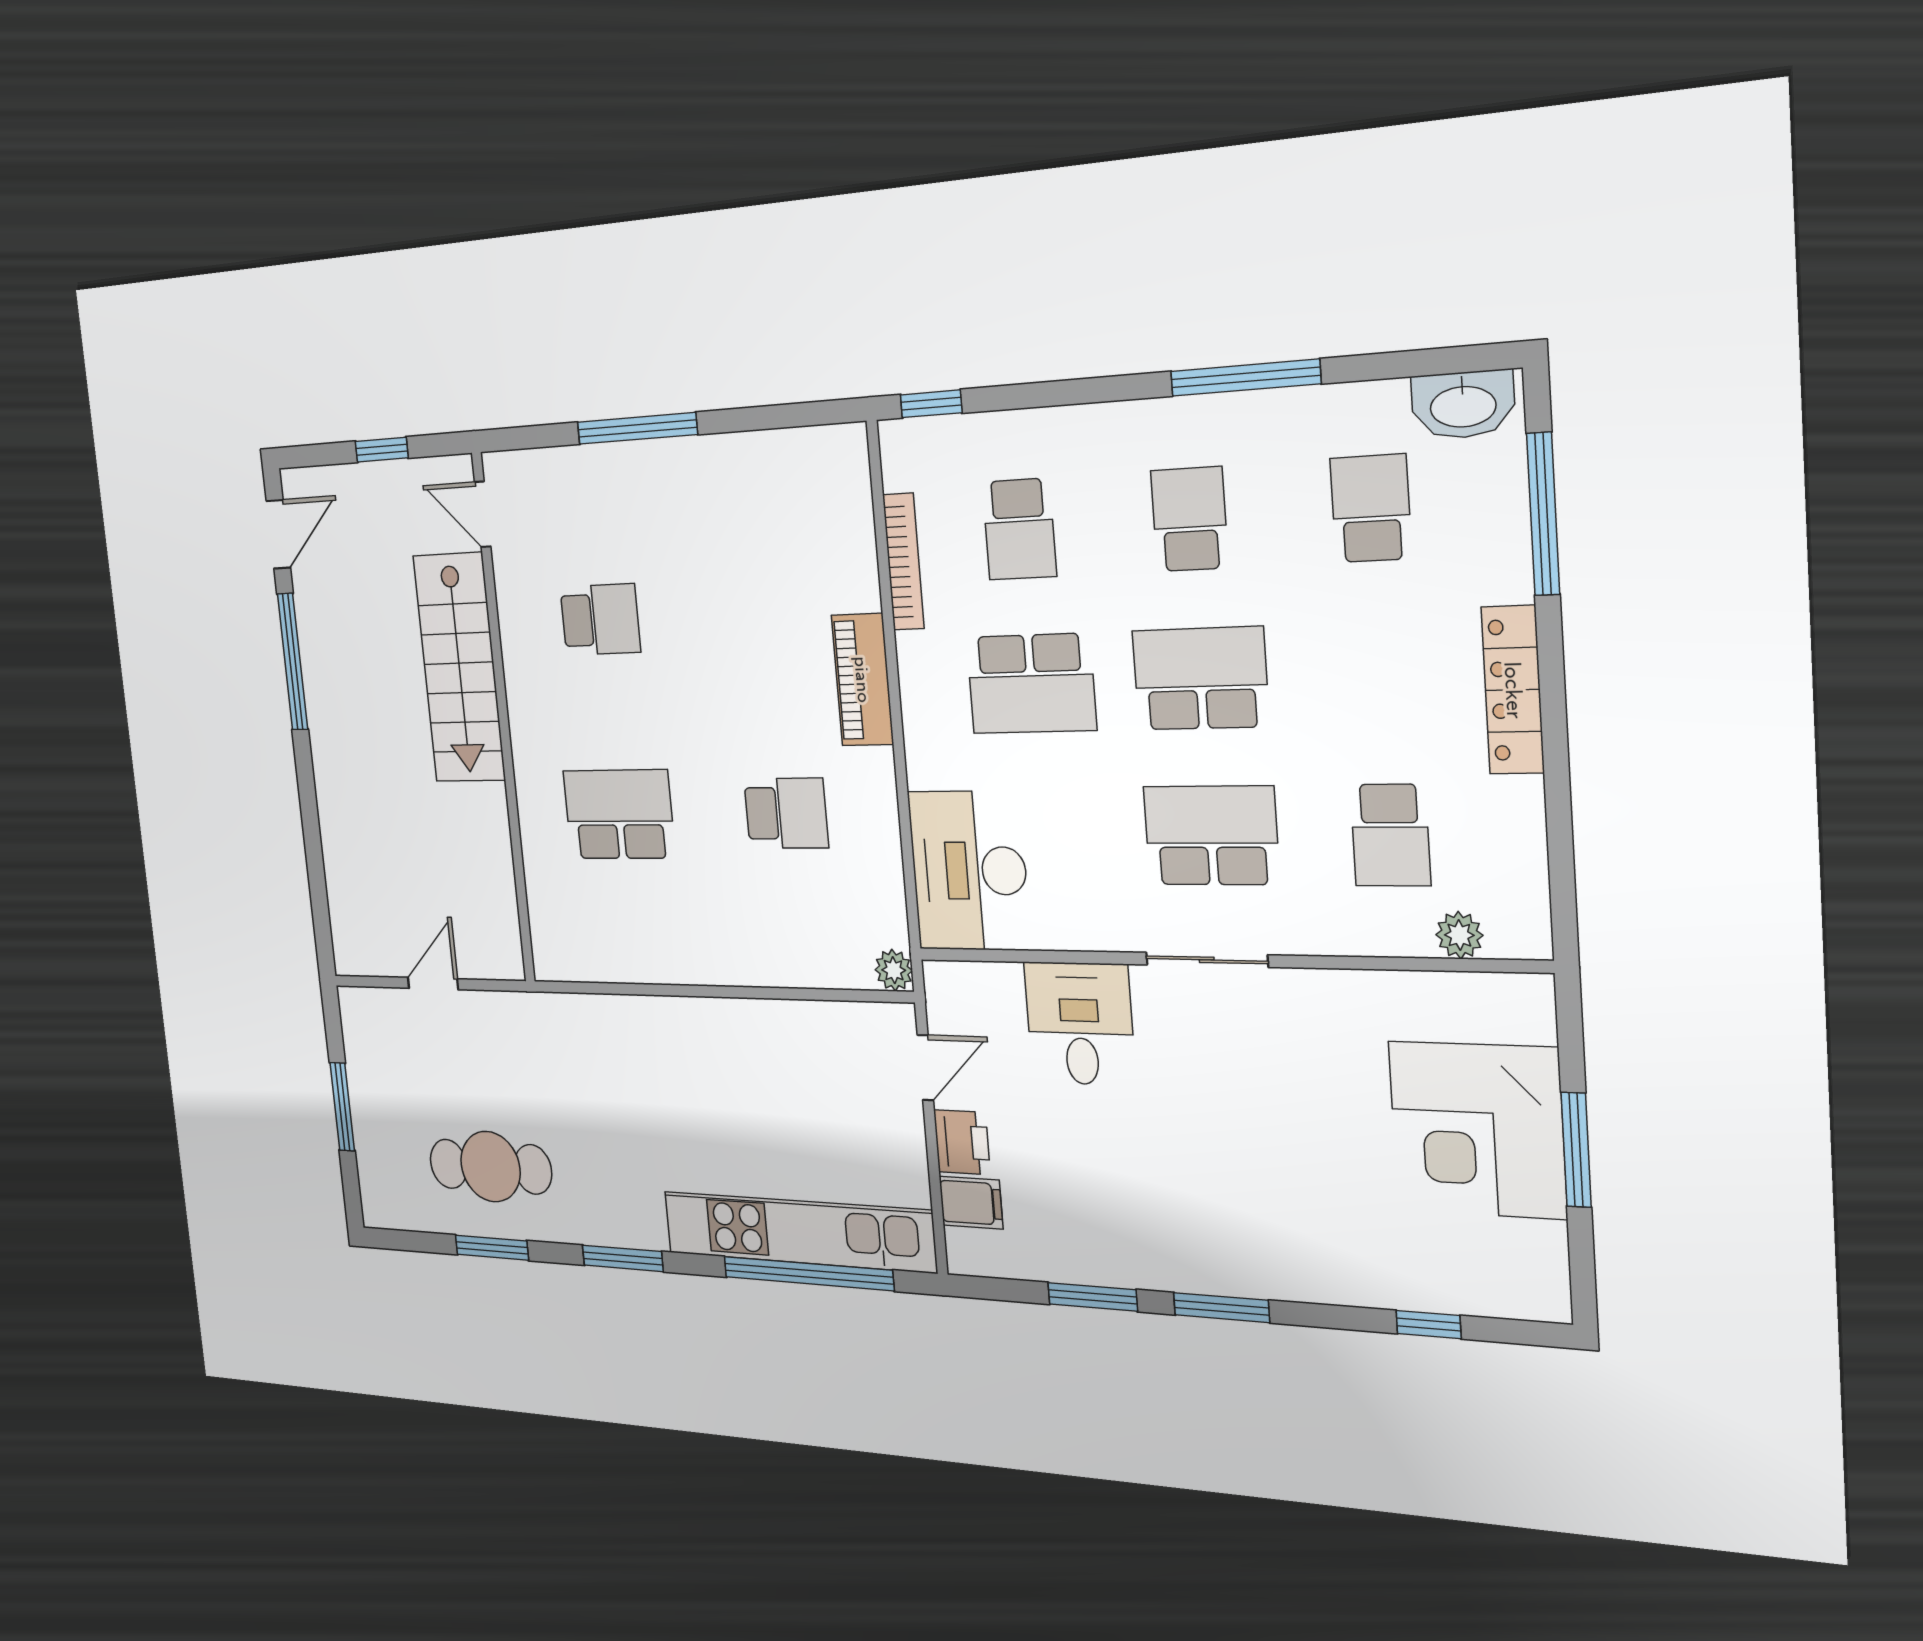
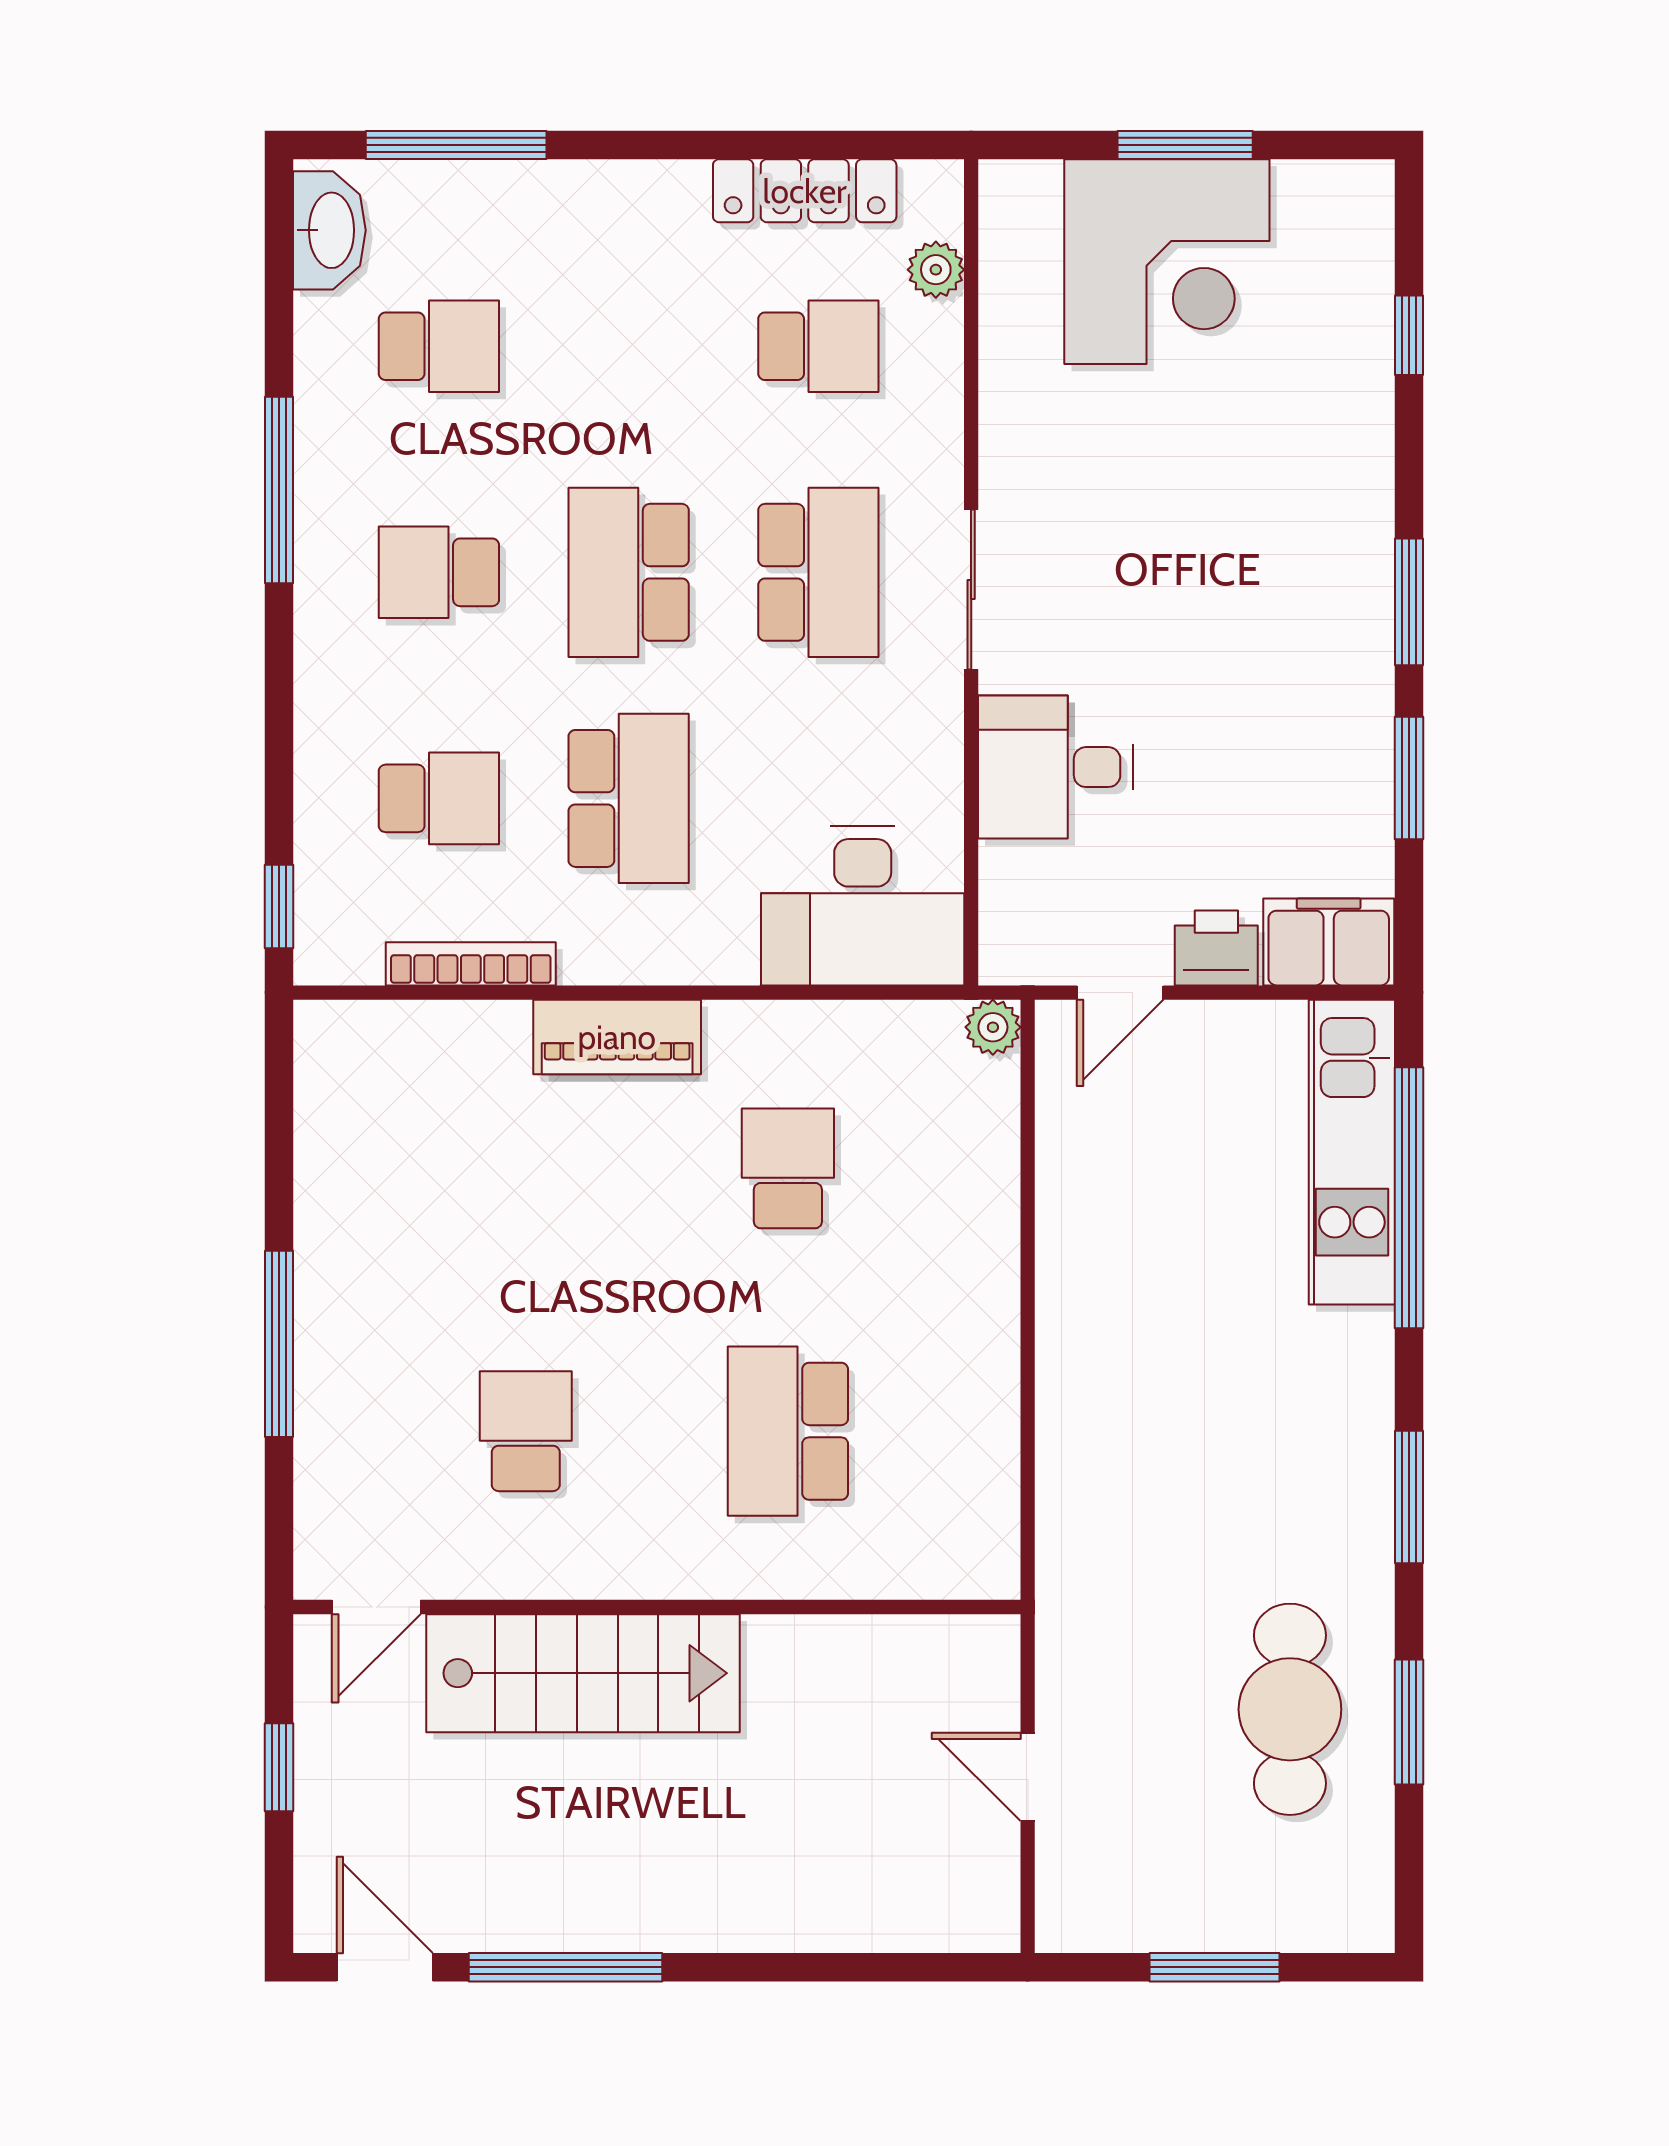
school desk: (1371, 508) -> (439, 346), turned 180
locker: (1513, 690) -> (805, 191), moved
school desk: (1211, 835) -> (818, 572), turned 180
door: (925, 1068) -> (1120, 993), swing flipped
filing cabinet: (971, 1203) -> (1329, 942), width x2.00
kitchen unit: (798, 1232) -> (1352, 1152), width x0.73

